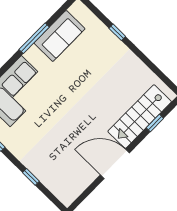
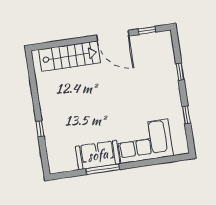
sofa: (59, 36) -> (98, 155), moved
window: (155, 123) -> (147, 30), moved

